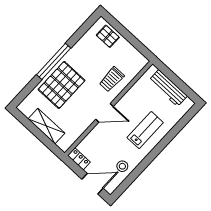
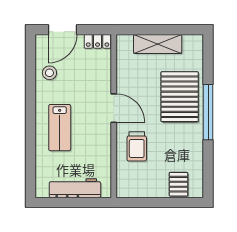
pallet: (108, 36) -> (178, 184), turned 90
trolley: (112, 79) -> (137, 146), turned 180
door: (105, 113) -> (114, 108), swing flipped

